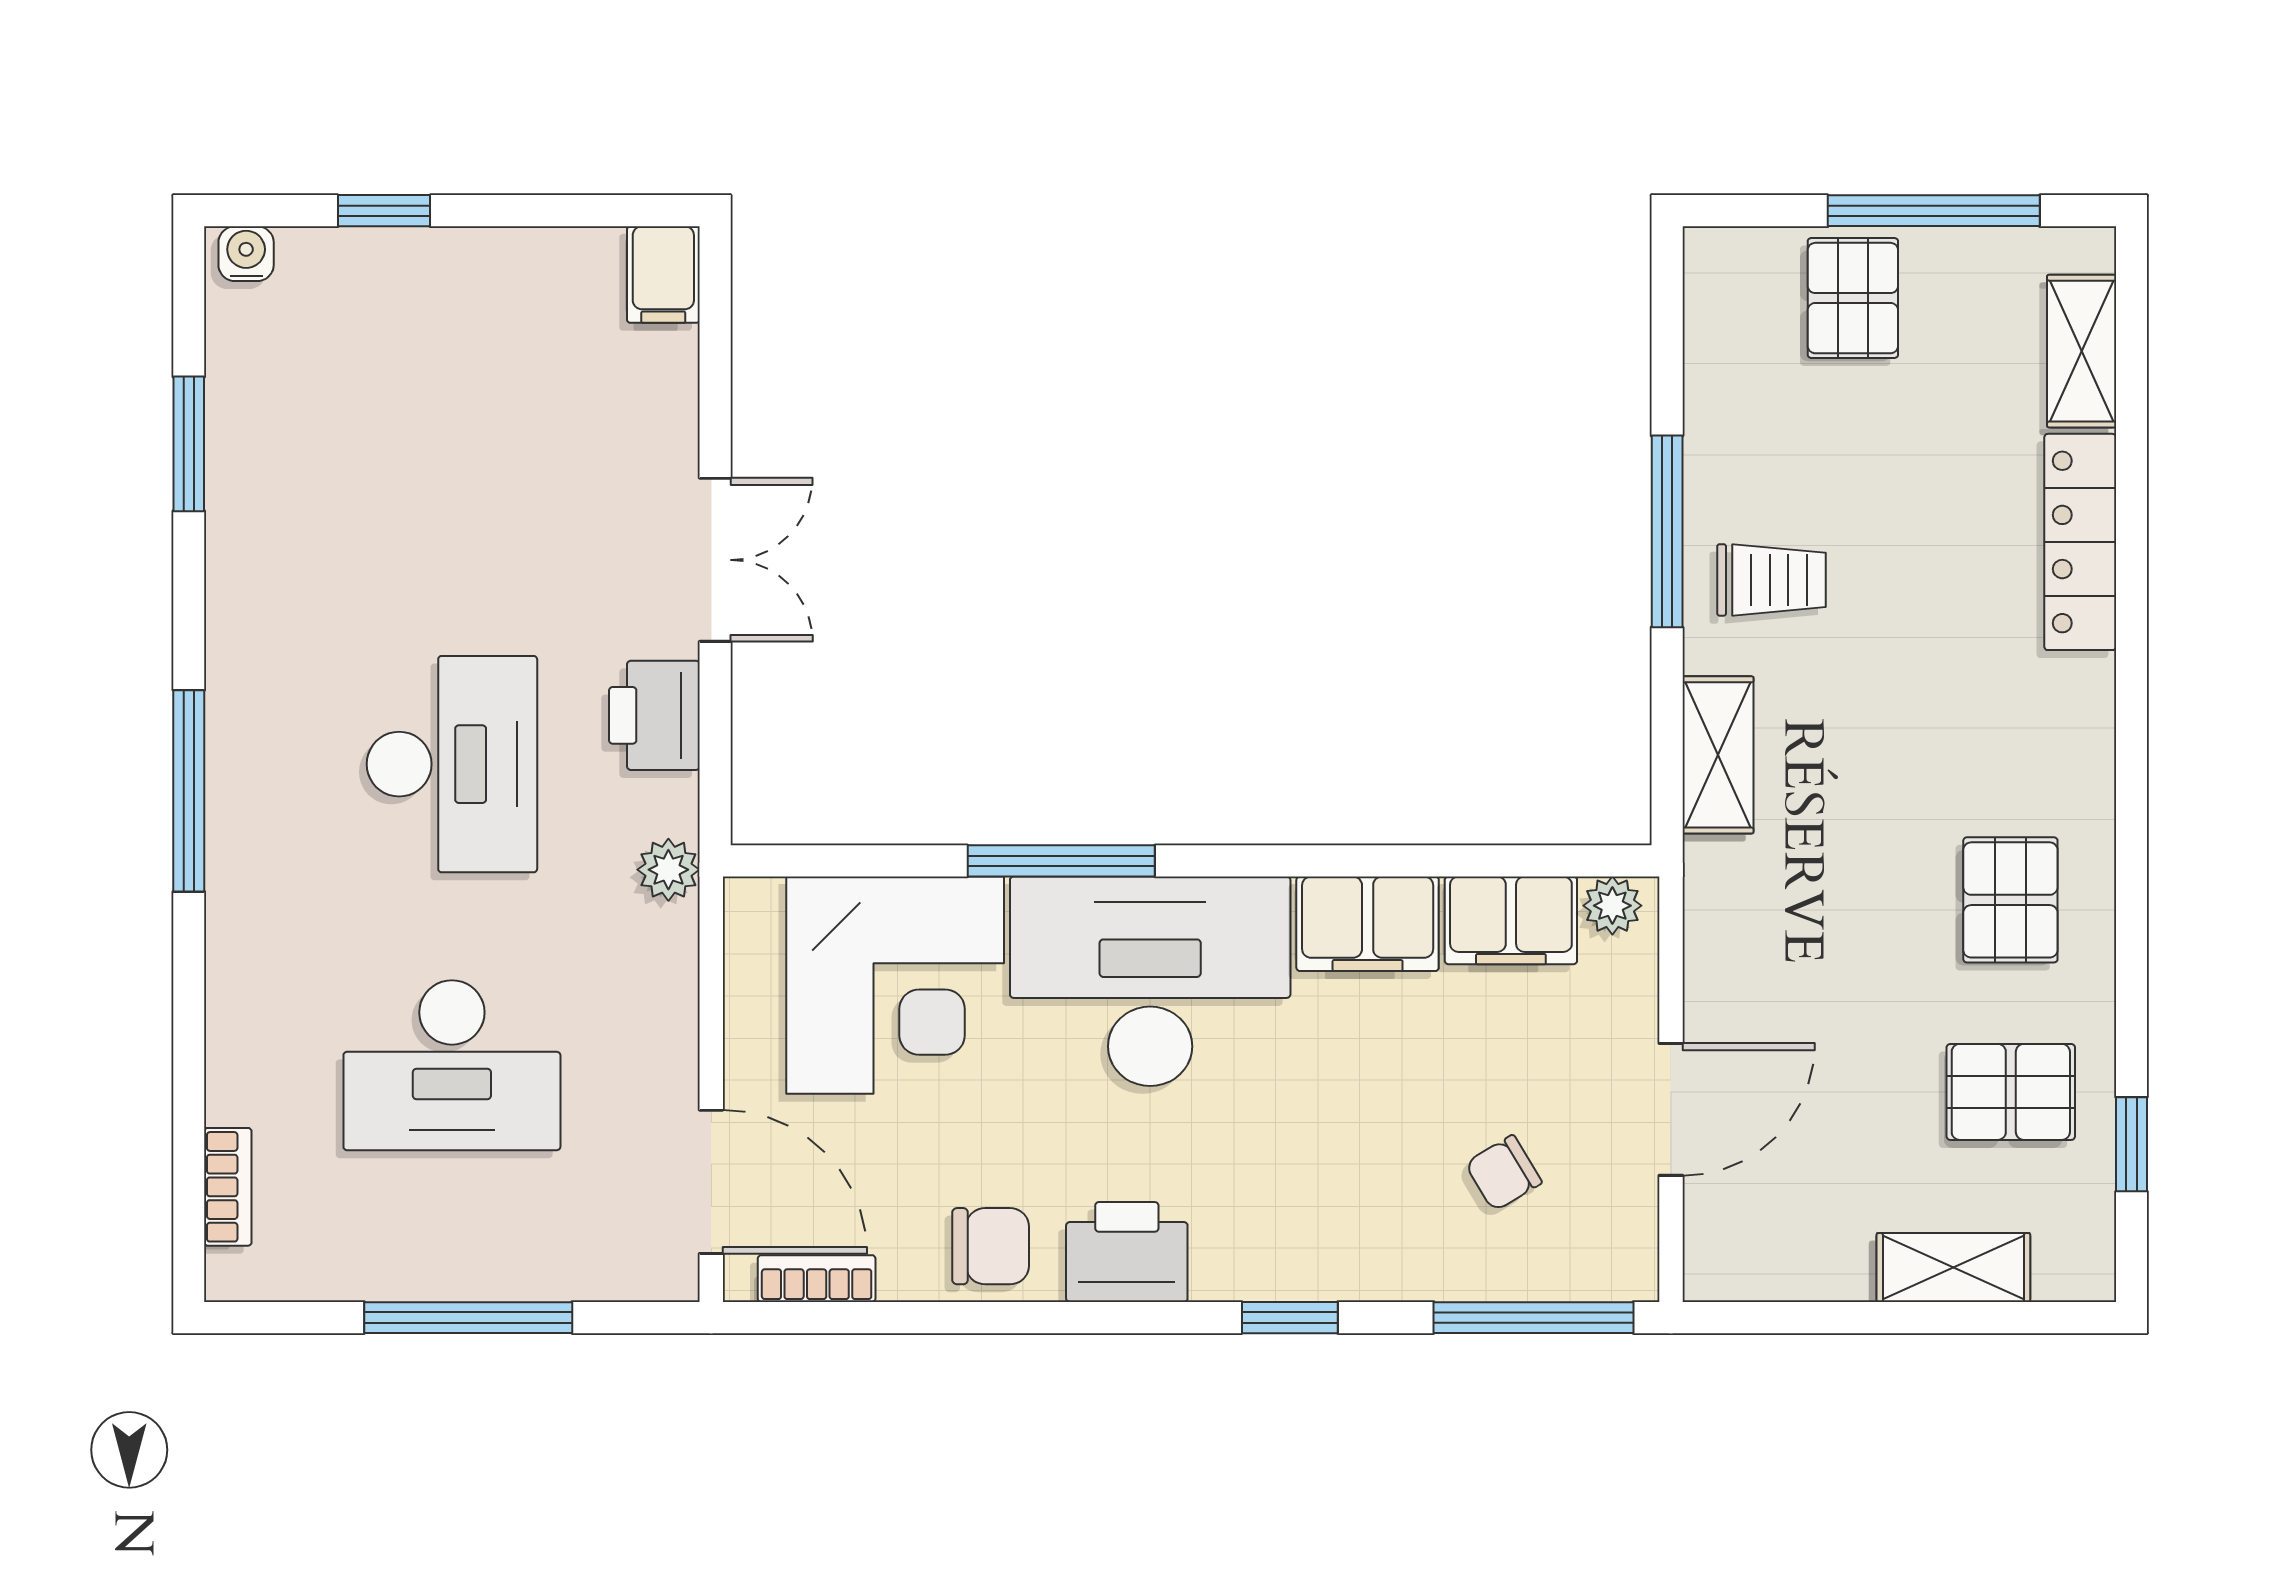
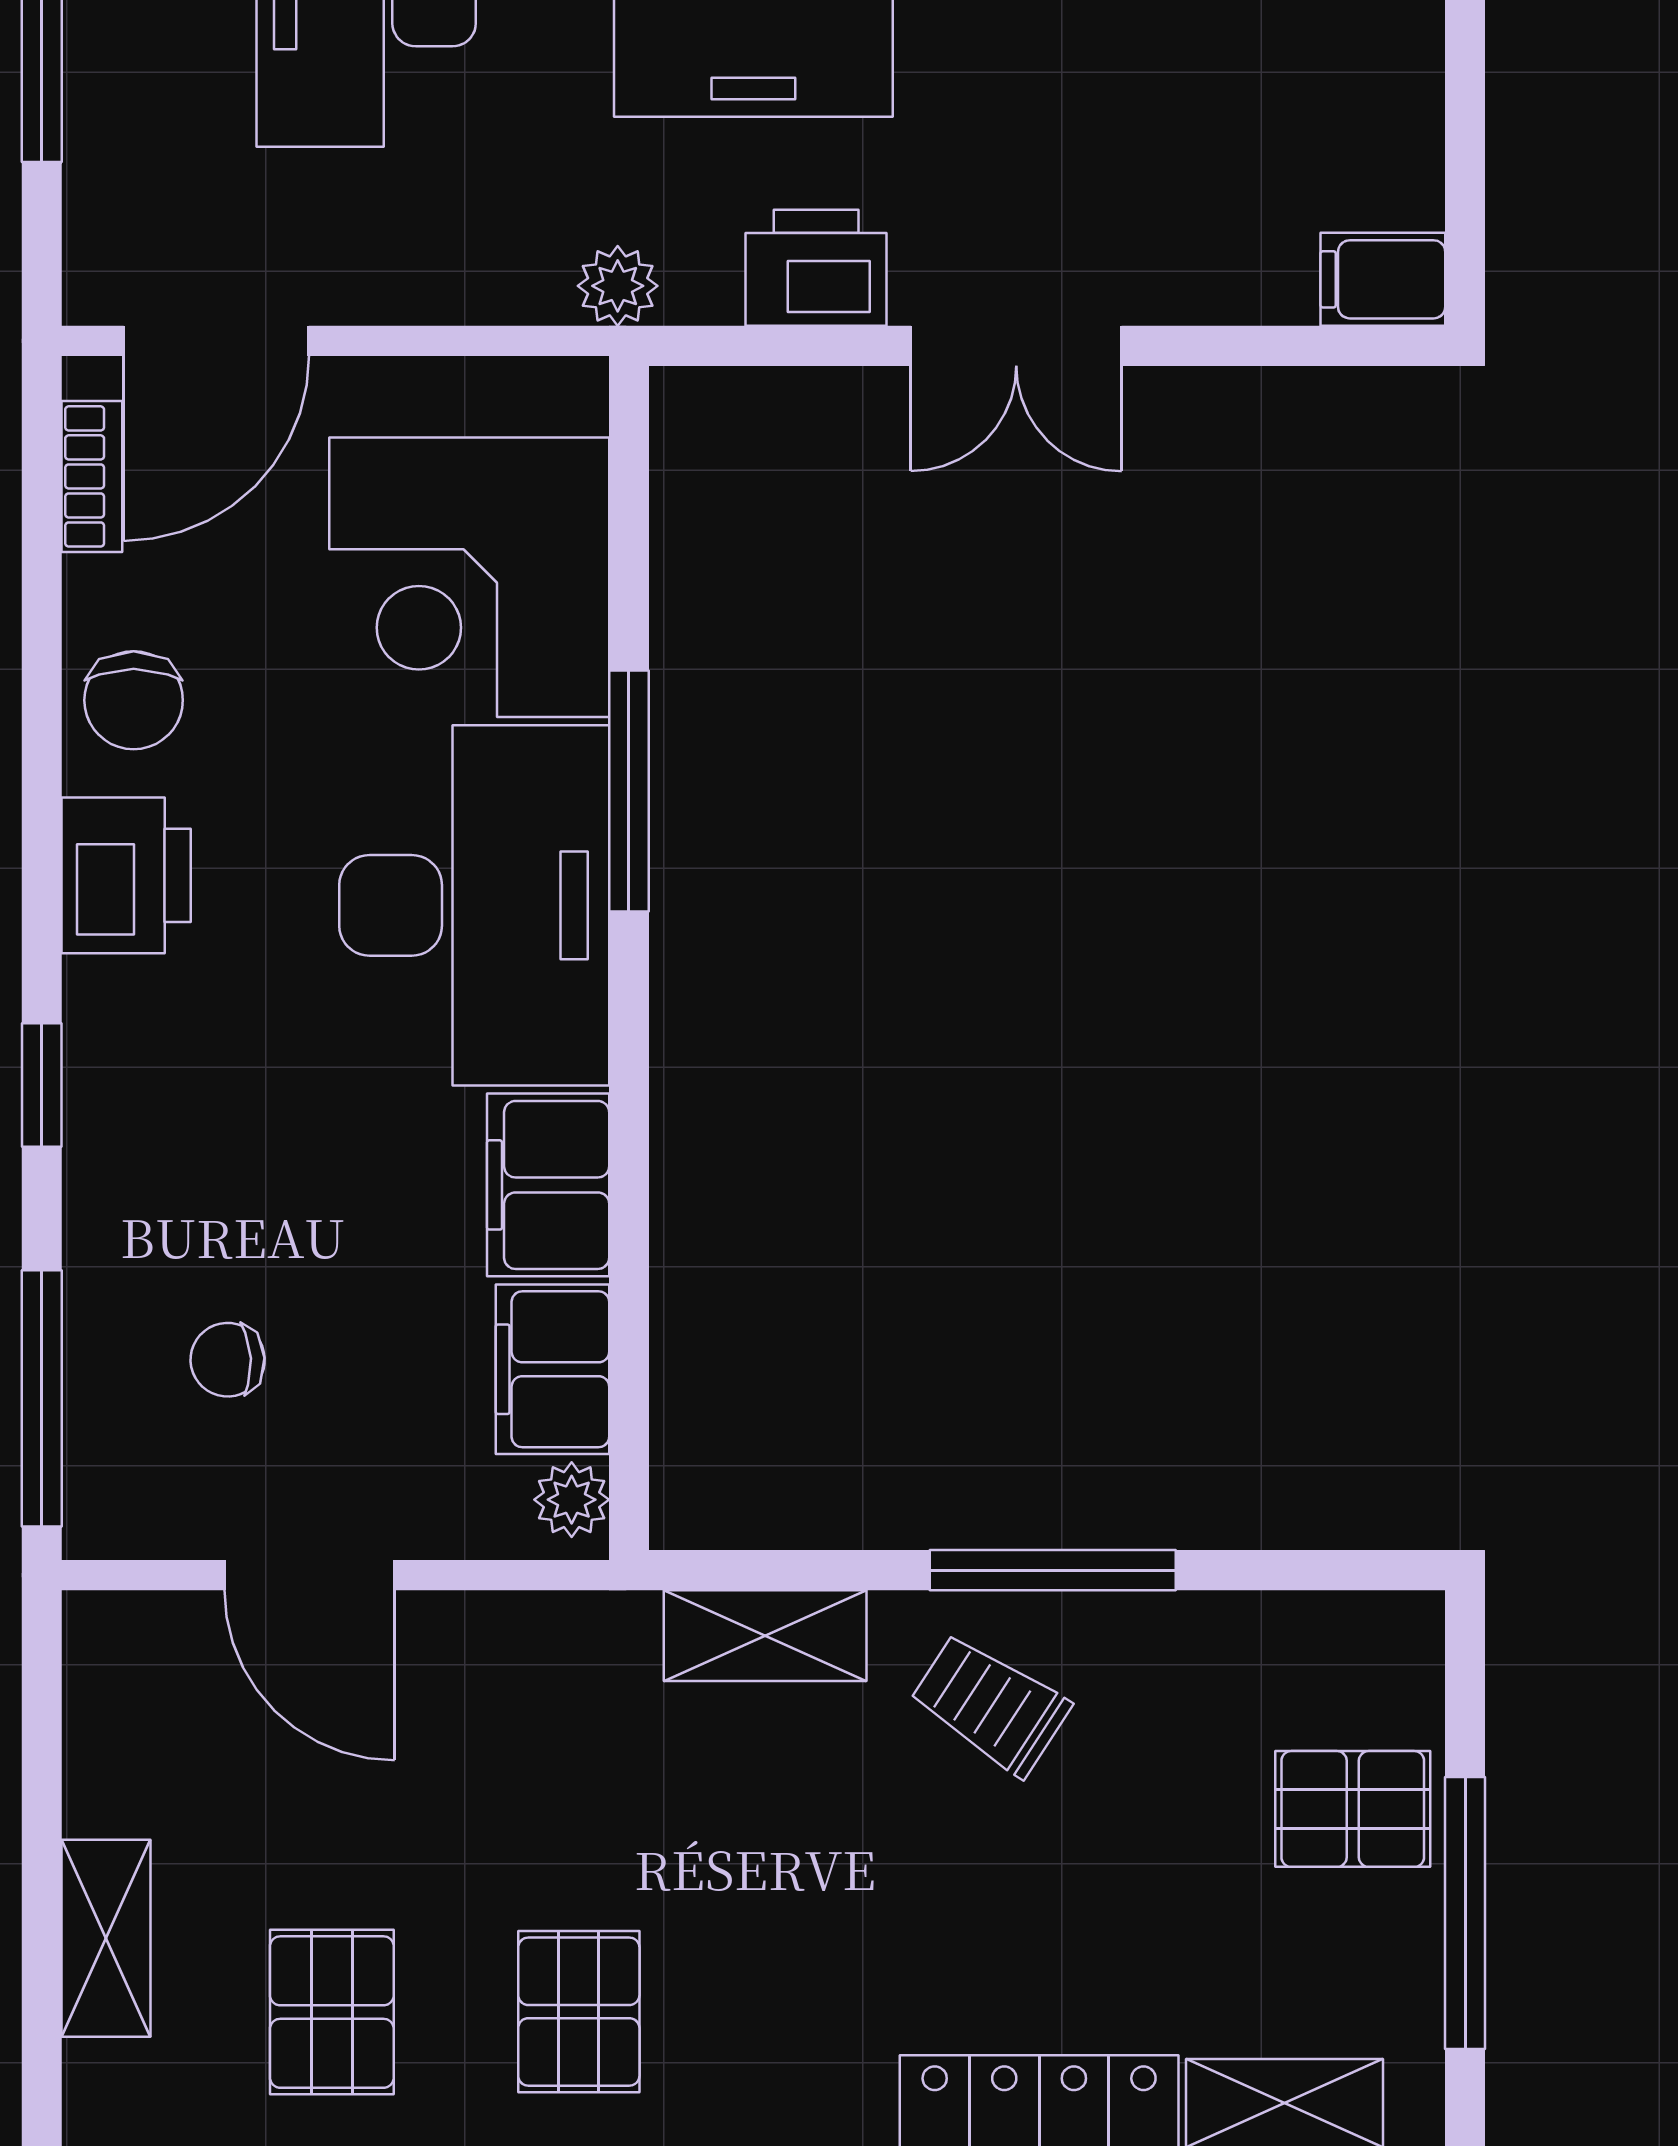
trolley: (1772, 580) -> (990, 1704), turned 123
pallet: (2010, 900) -> (579, 2012), turned 90
chair: (1503, 1173) -> (228, 1360), turned -62

